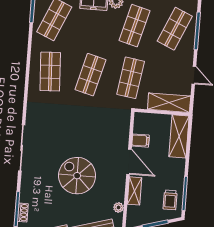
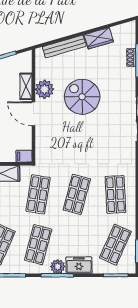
filing cabinet: (140, 141) -> (24, 156), moved
spiral stairs: (77, 176) -> (82, 97), turned 180
plant: (118, 207) -> (44, 89), moved, width x1.88, depth x1.88

